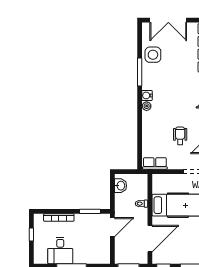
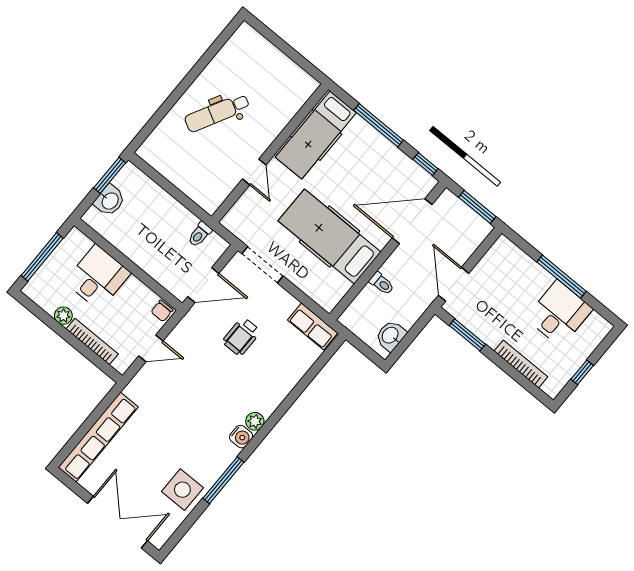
door: (112, 227) -> (454, 284), hinge flipped

